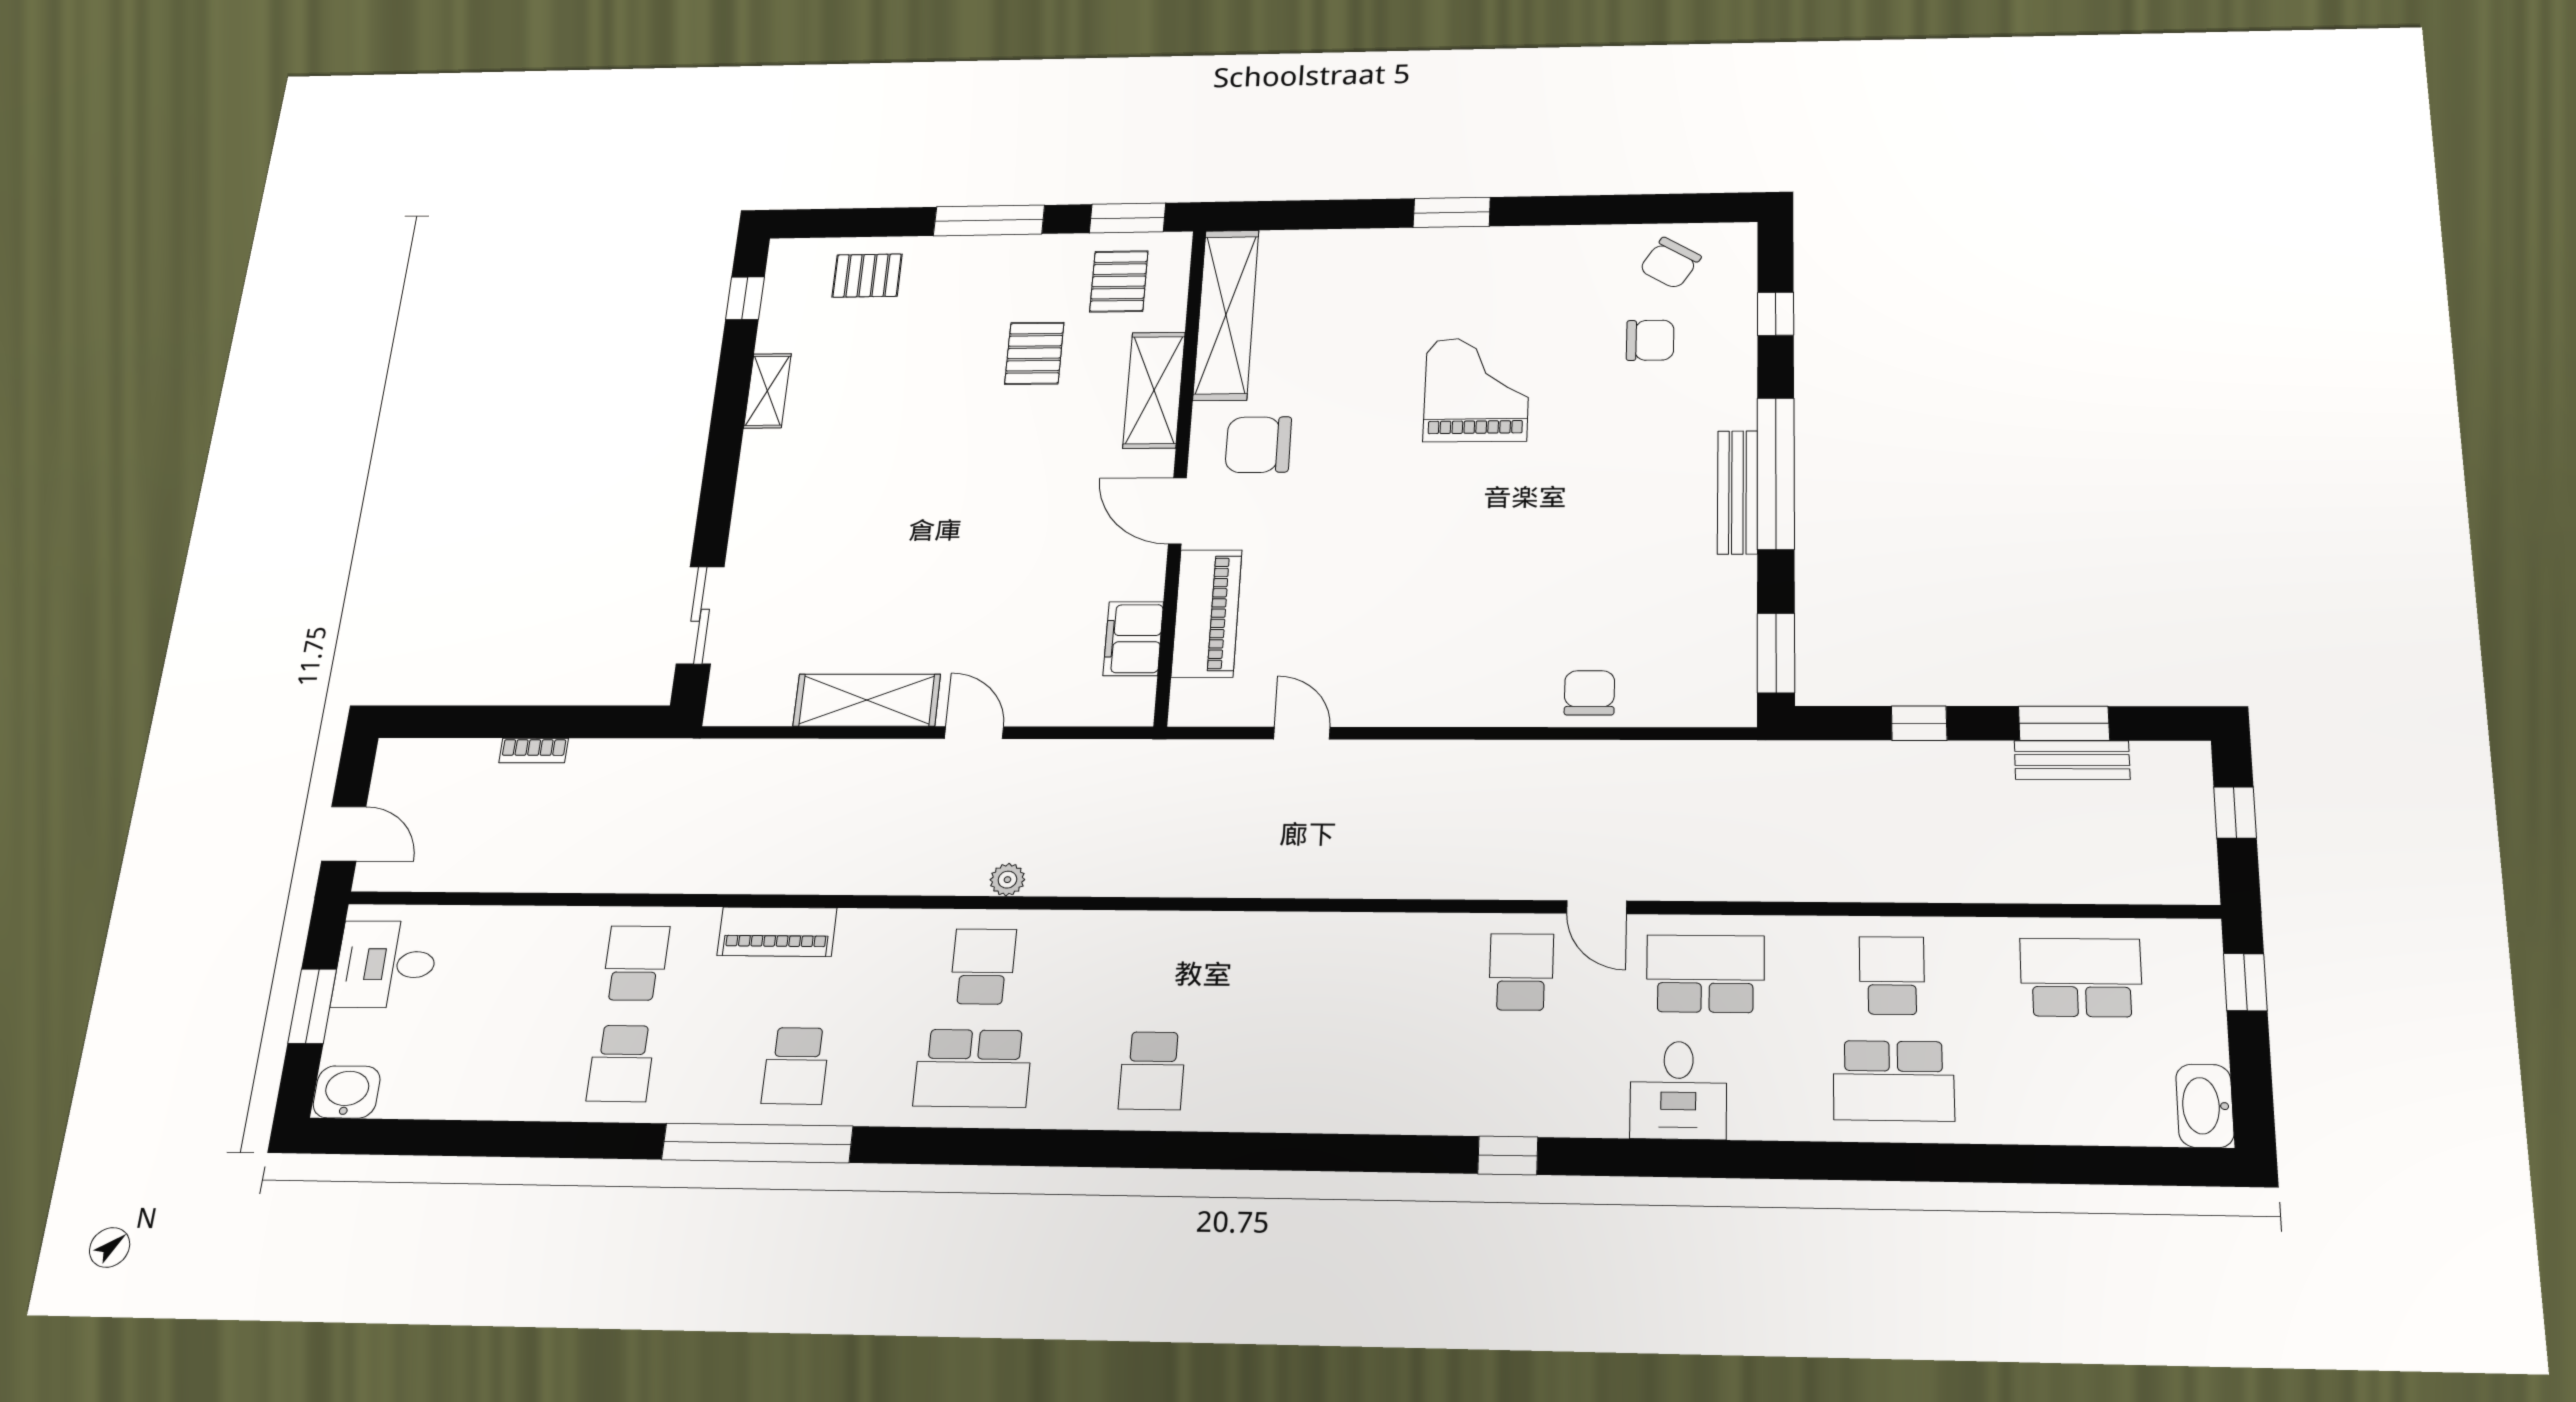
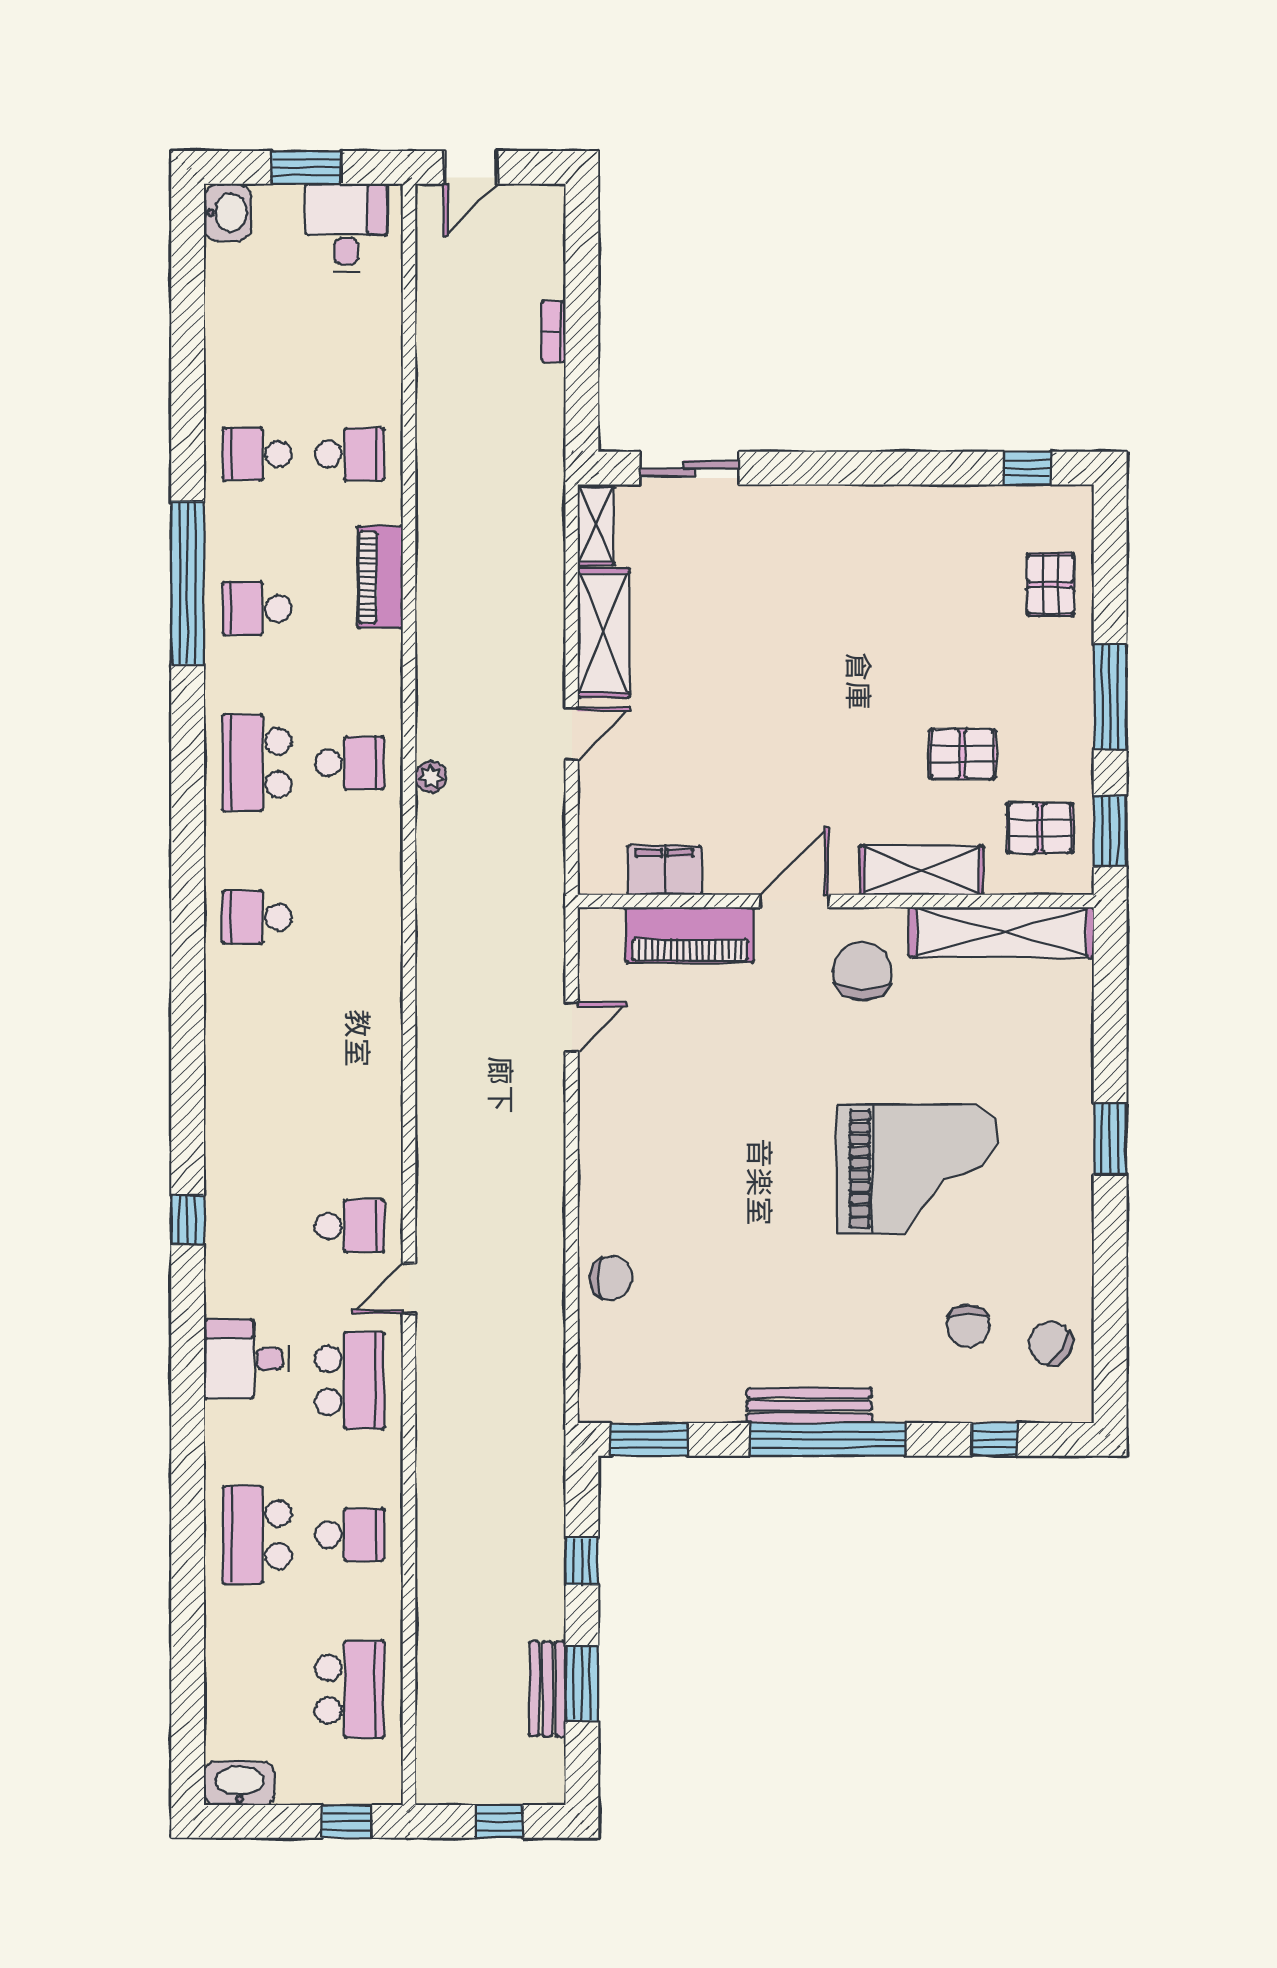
grand piano: (1477, 390) -> (918, 1169), width x1.37, depth x1.48
shelving: (767, 391) -> (596, 525), moved, turned 90

